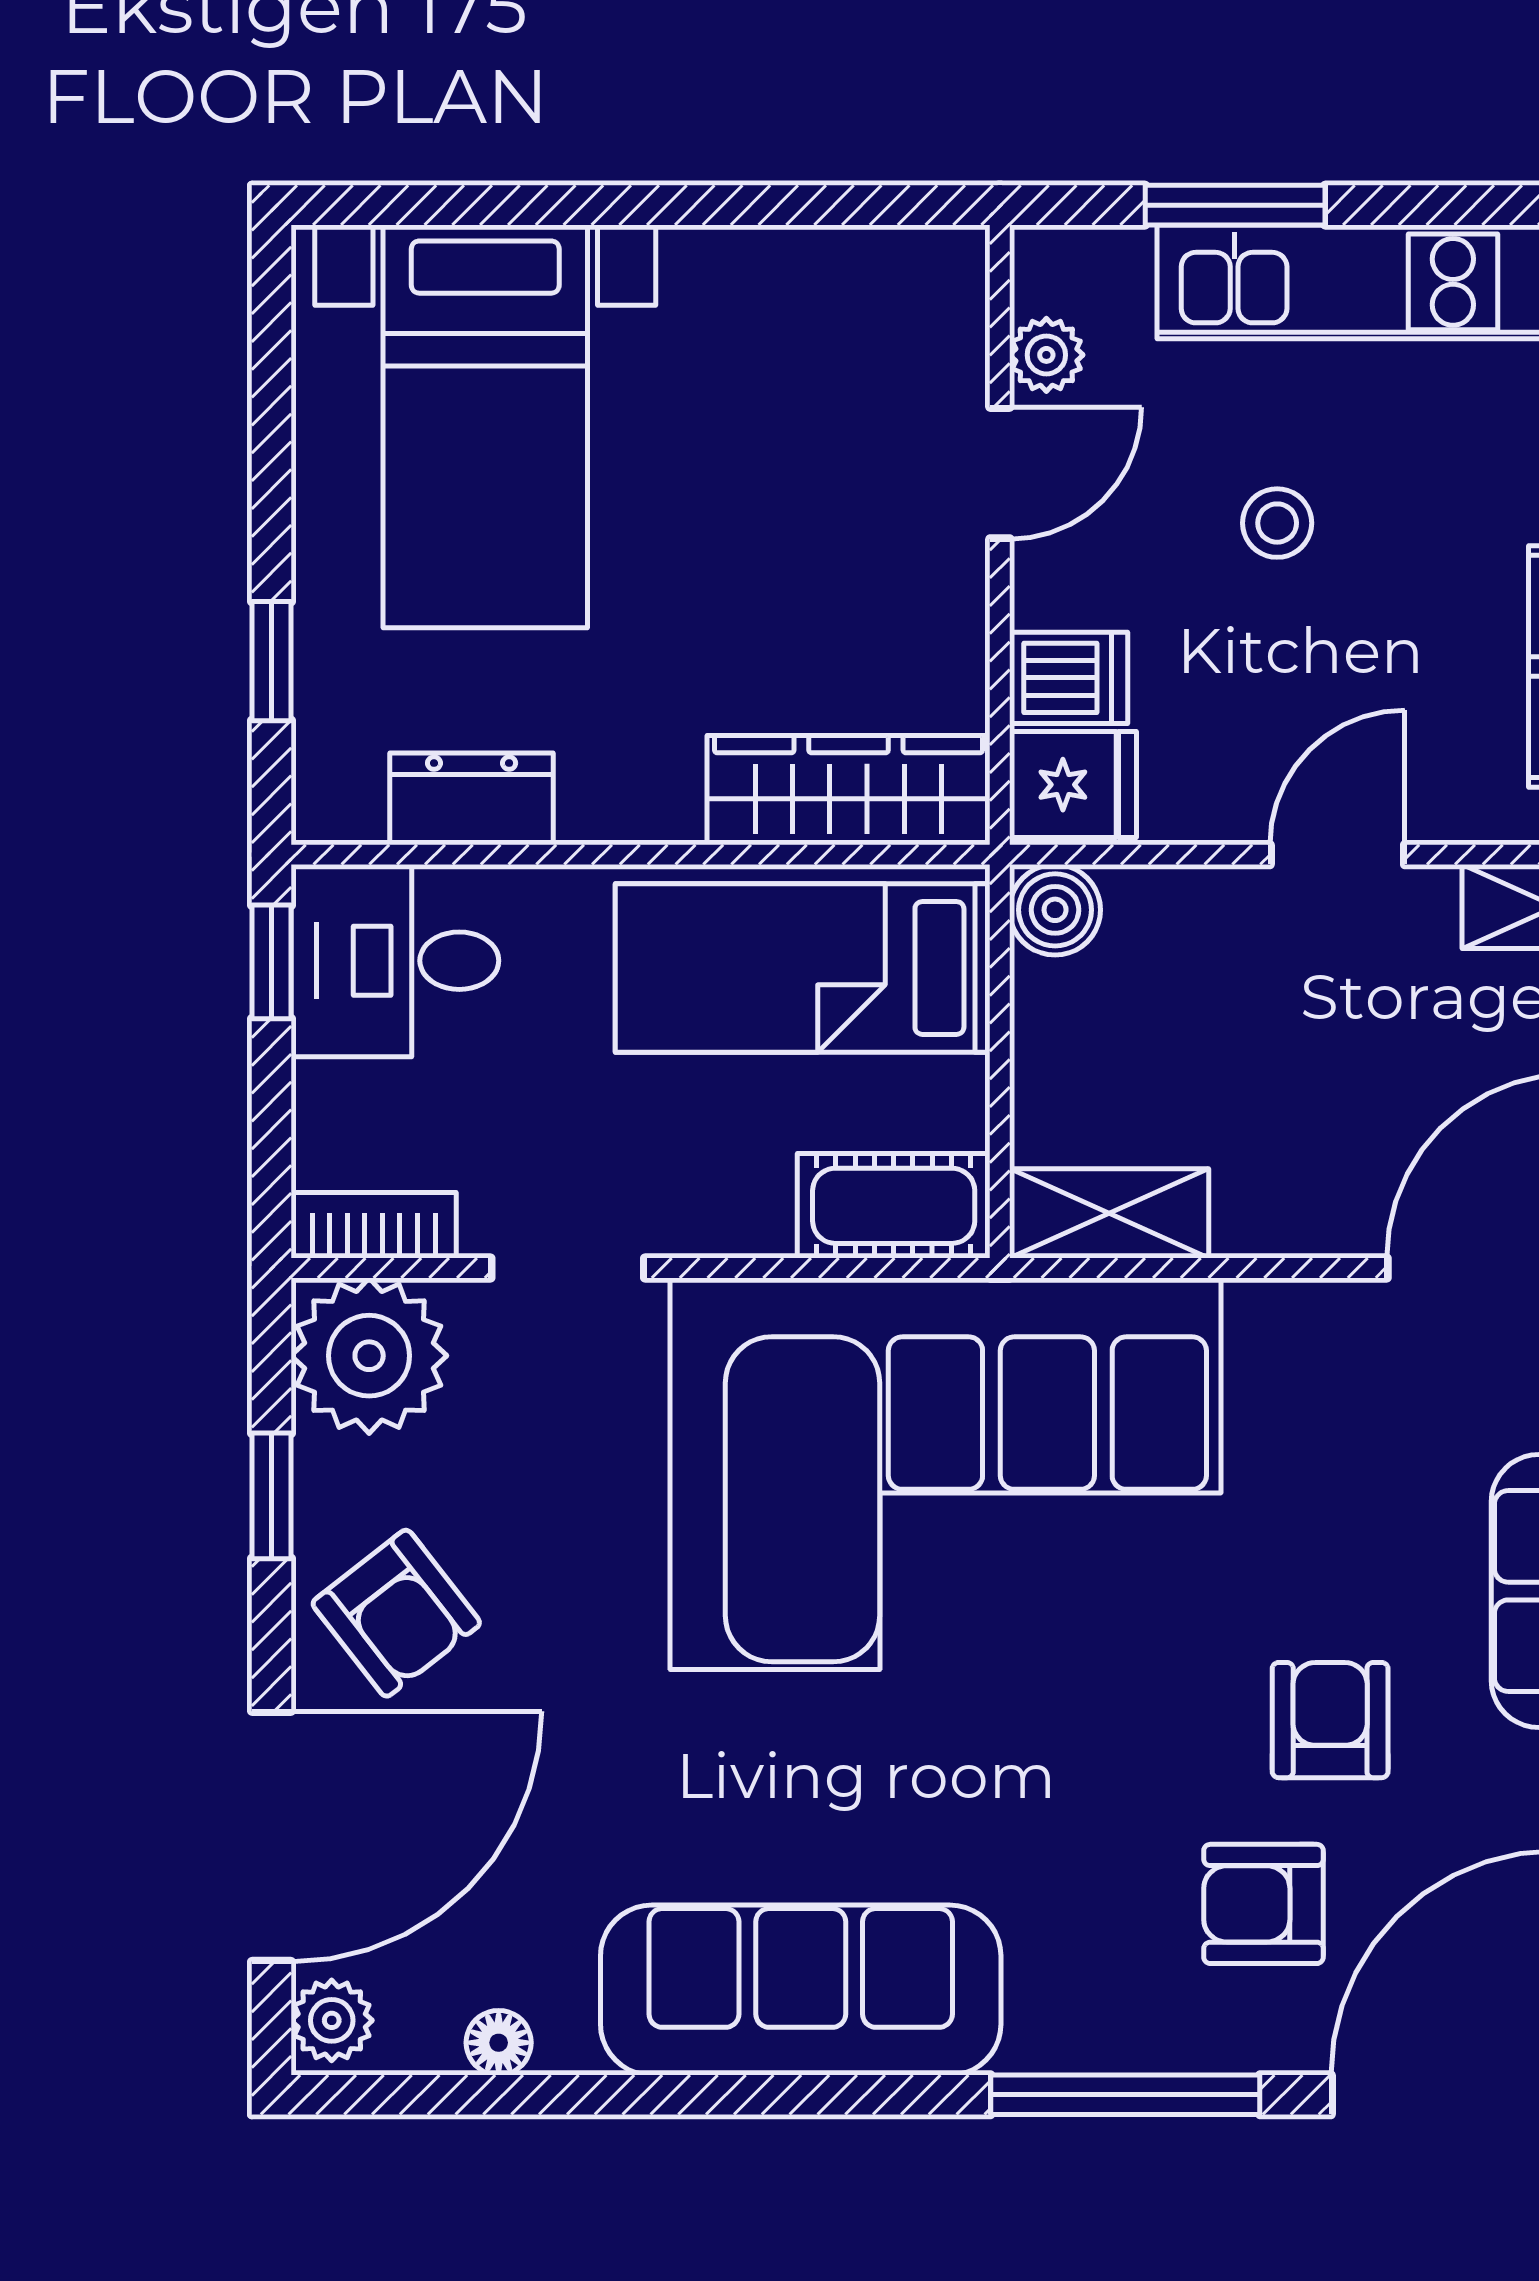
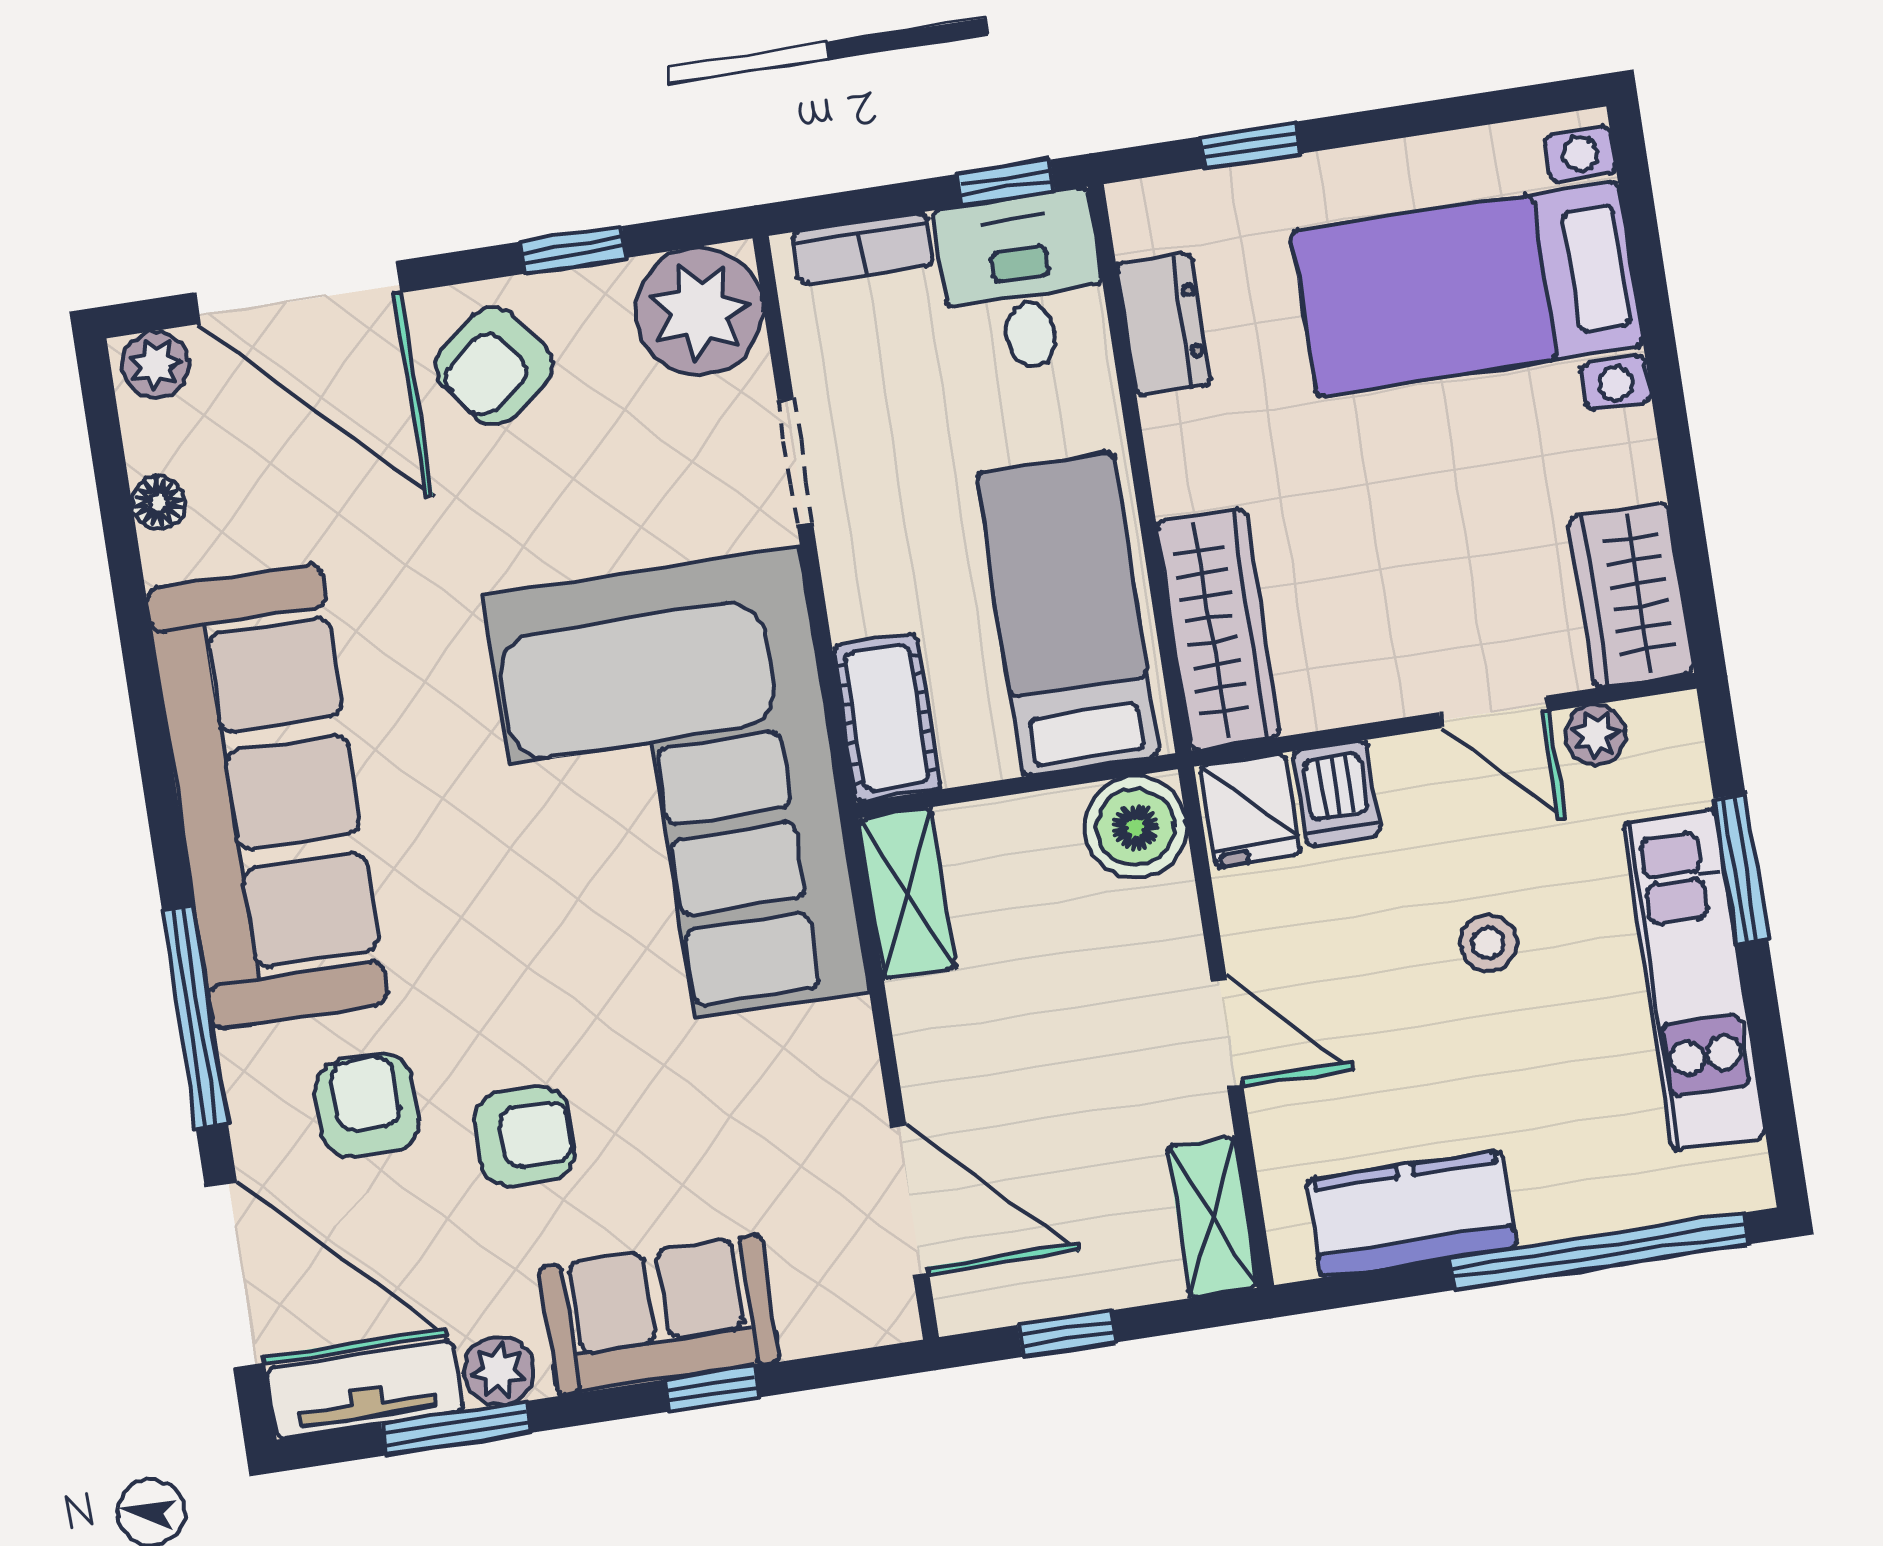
wardrobe: (885, 286) -> (1631, 595), added
boiler: (1055, 910) -> (1135, 827), width x1.36, depth x1.36
bookcase: (374, 1225) -> (863, 249), moved, turned 90
sofa: (801, 1990) -> (267, 796), width x1.36, depth x1.27

